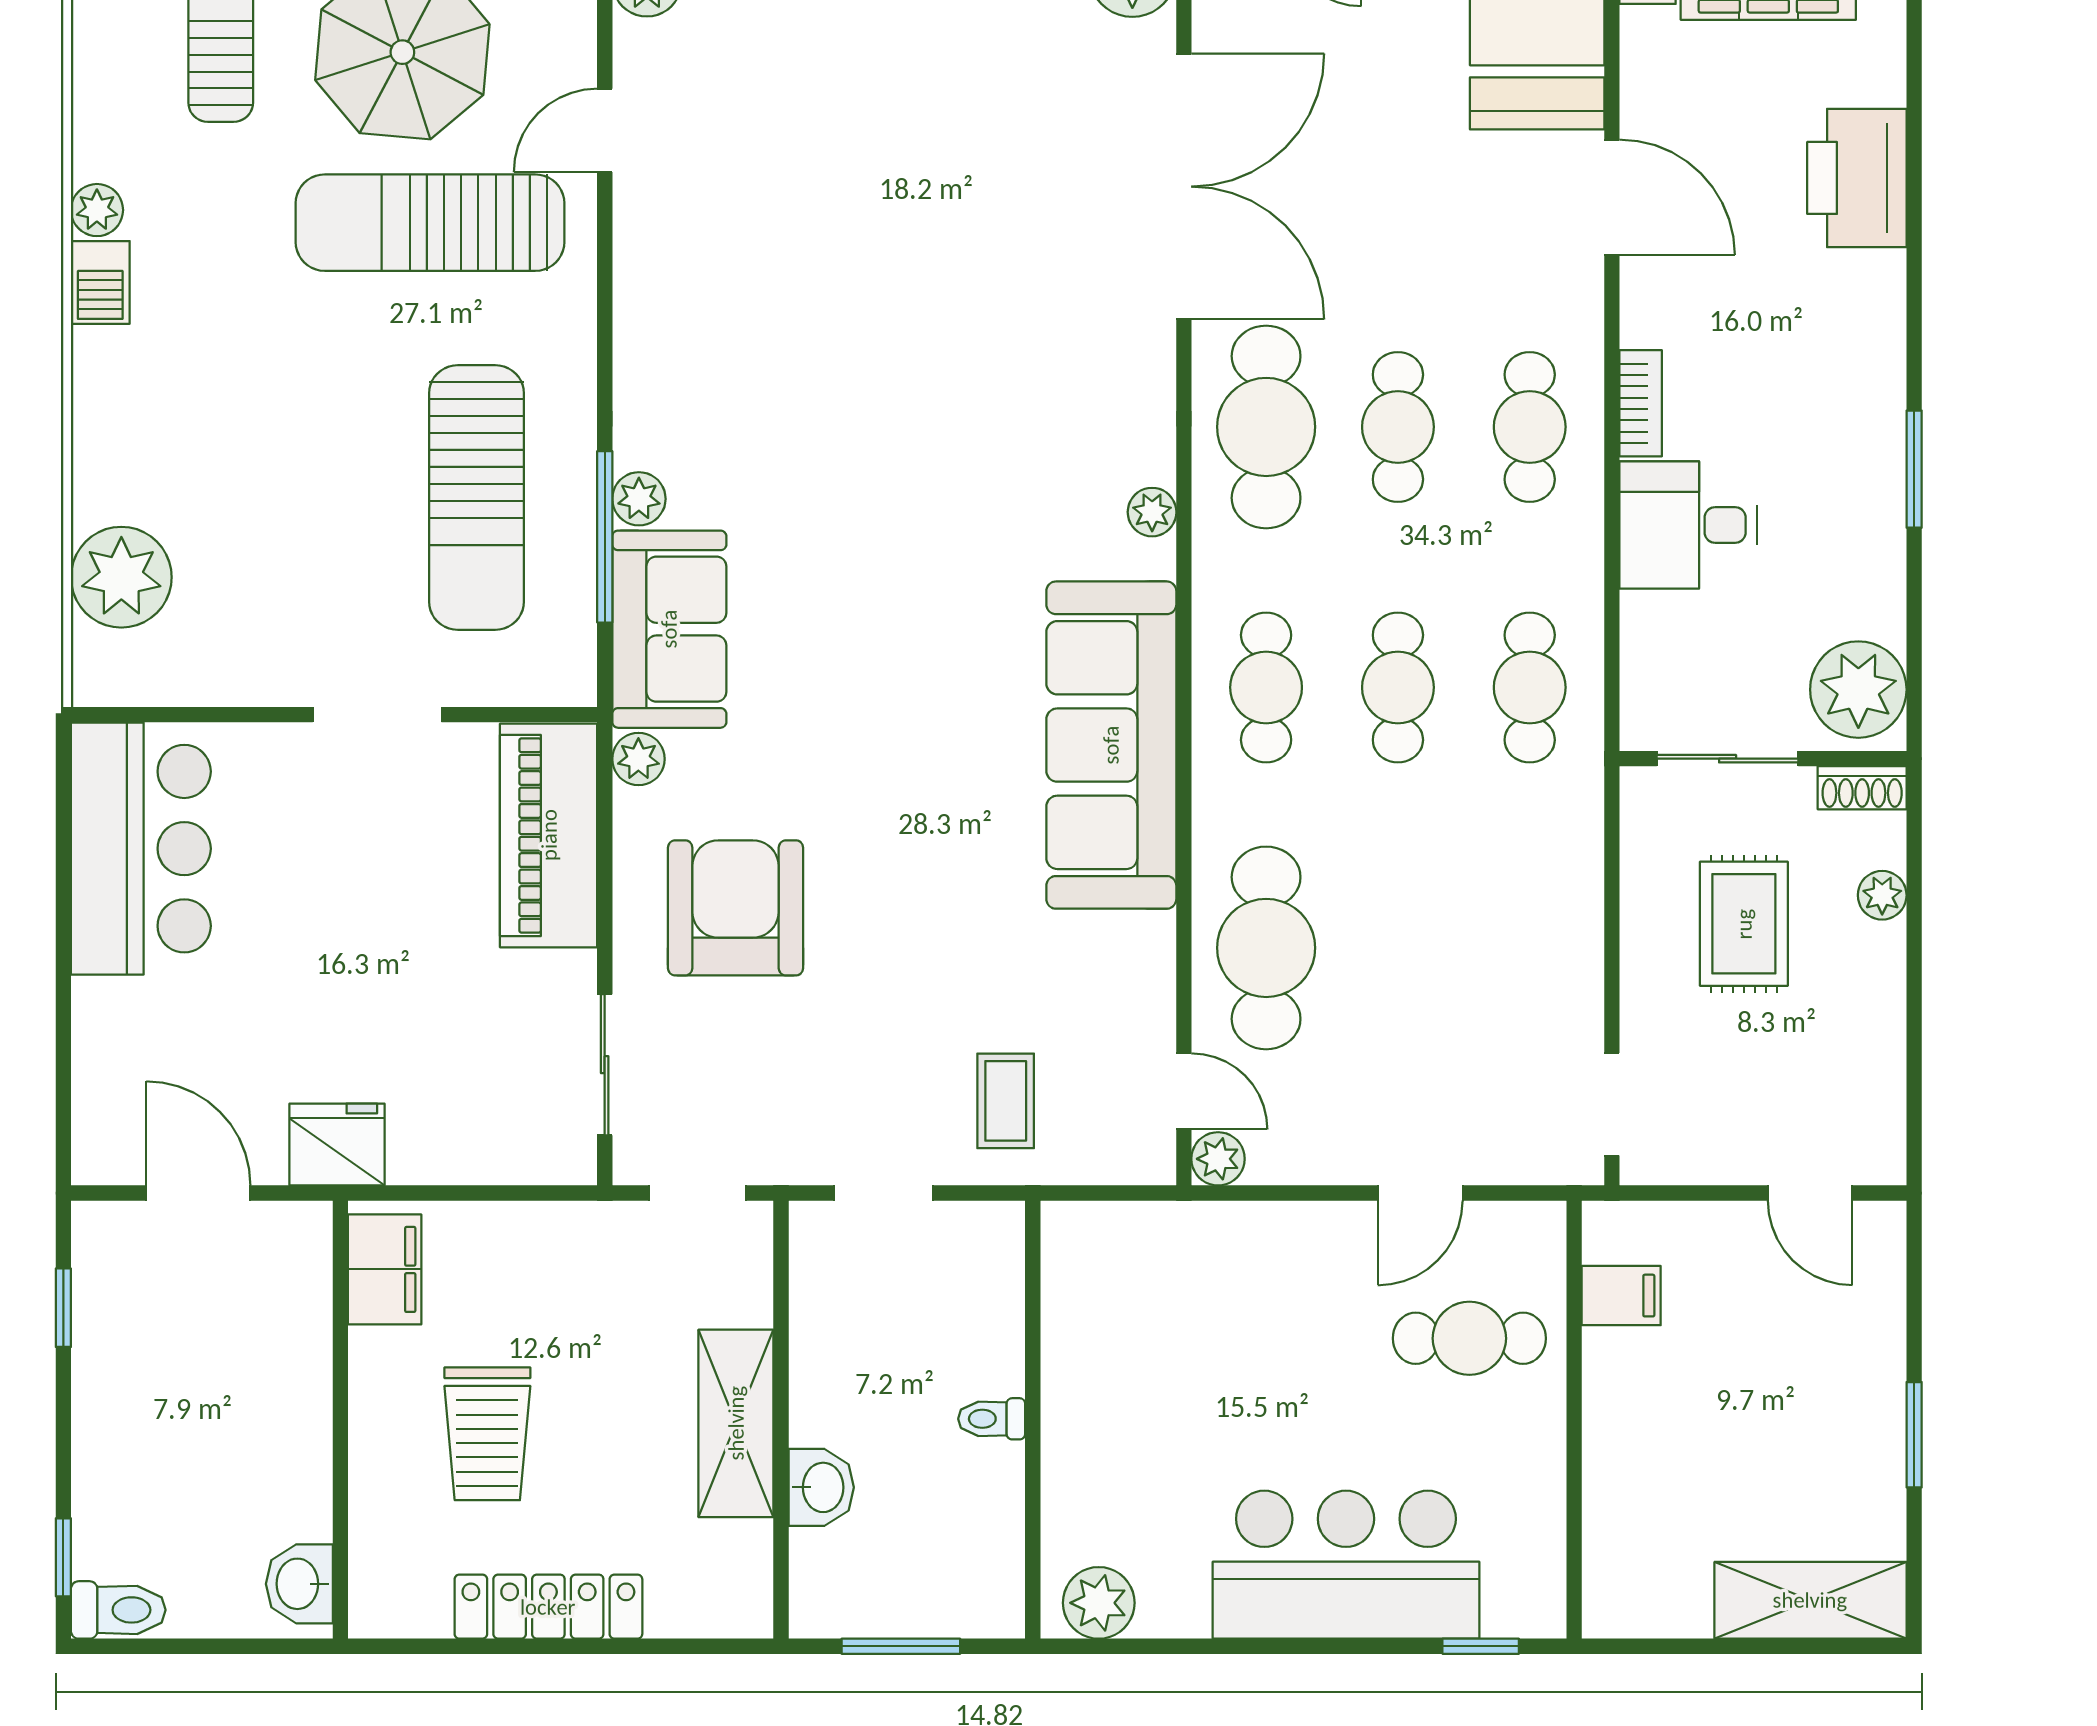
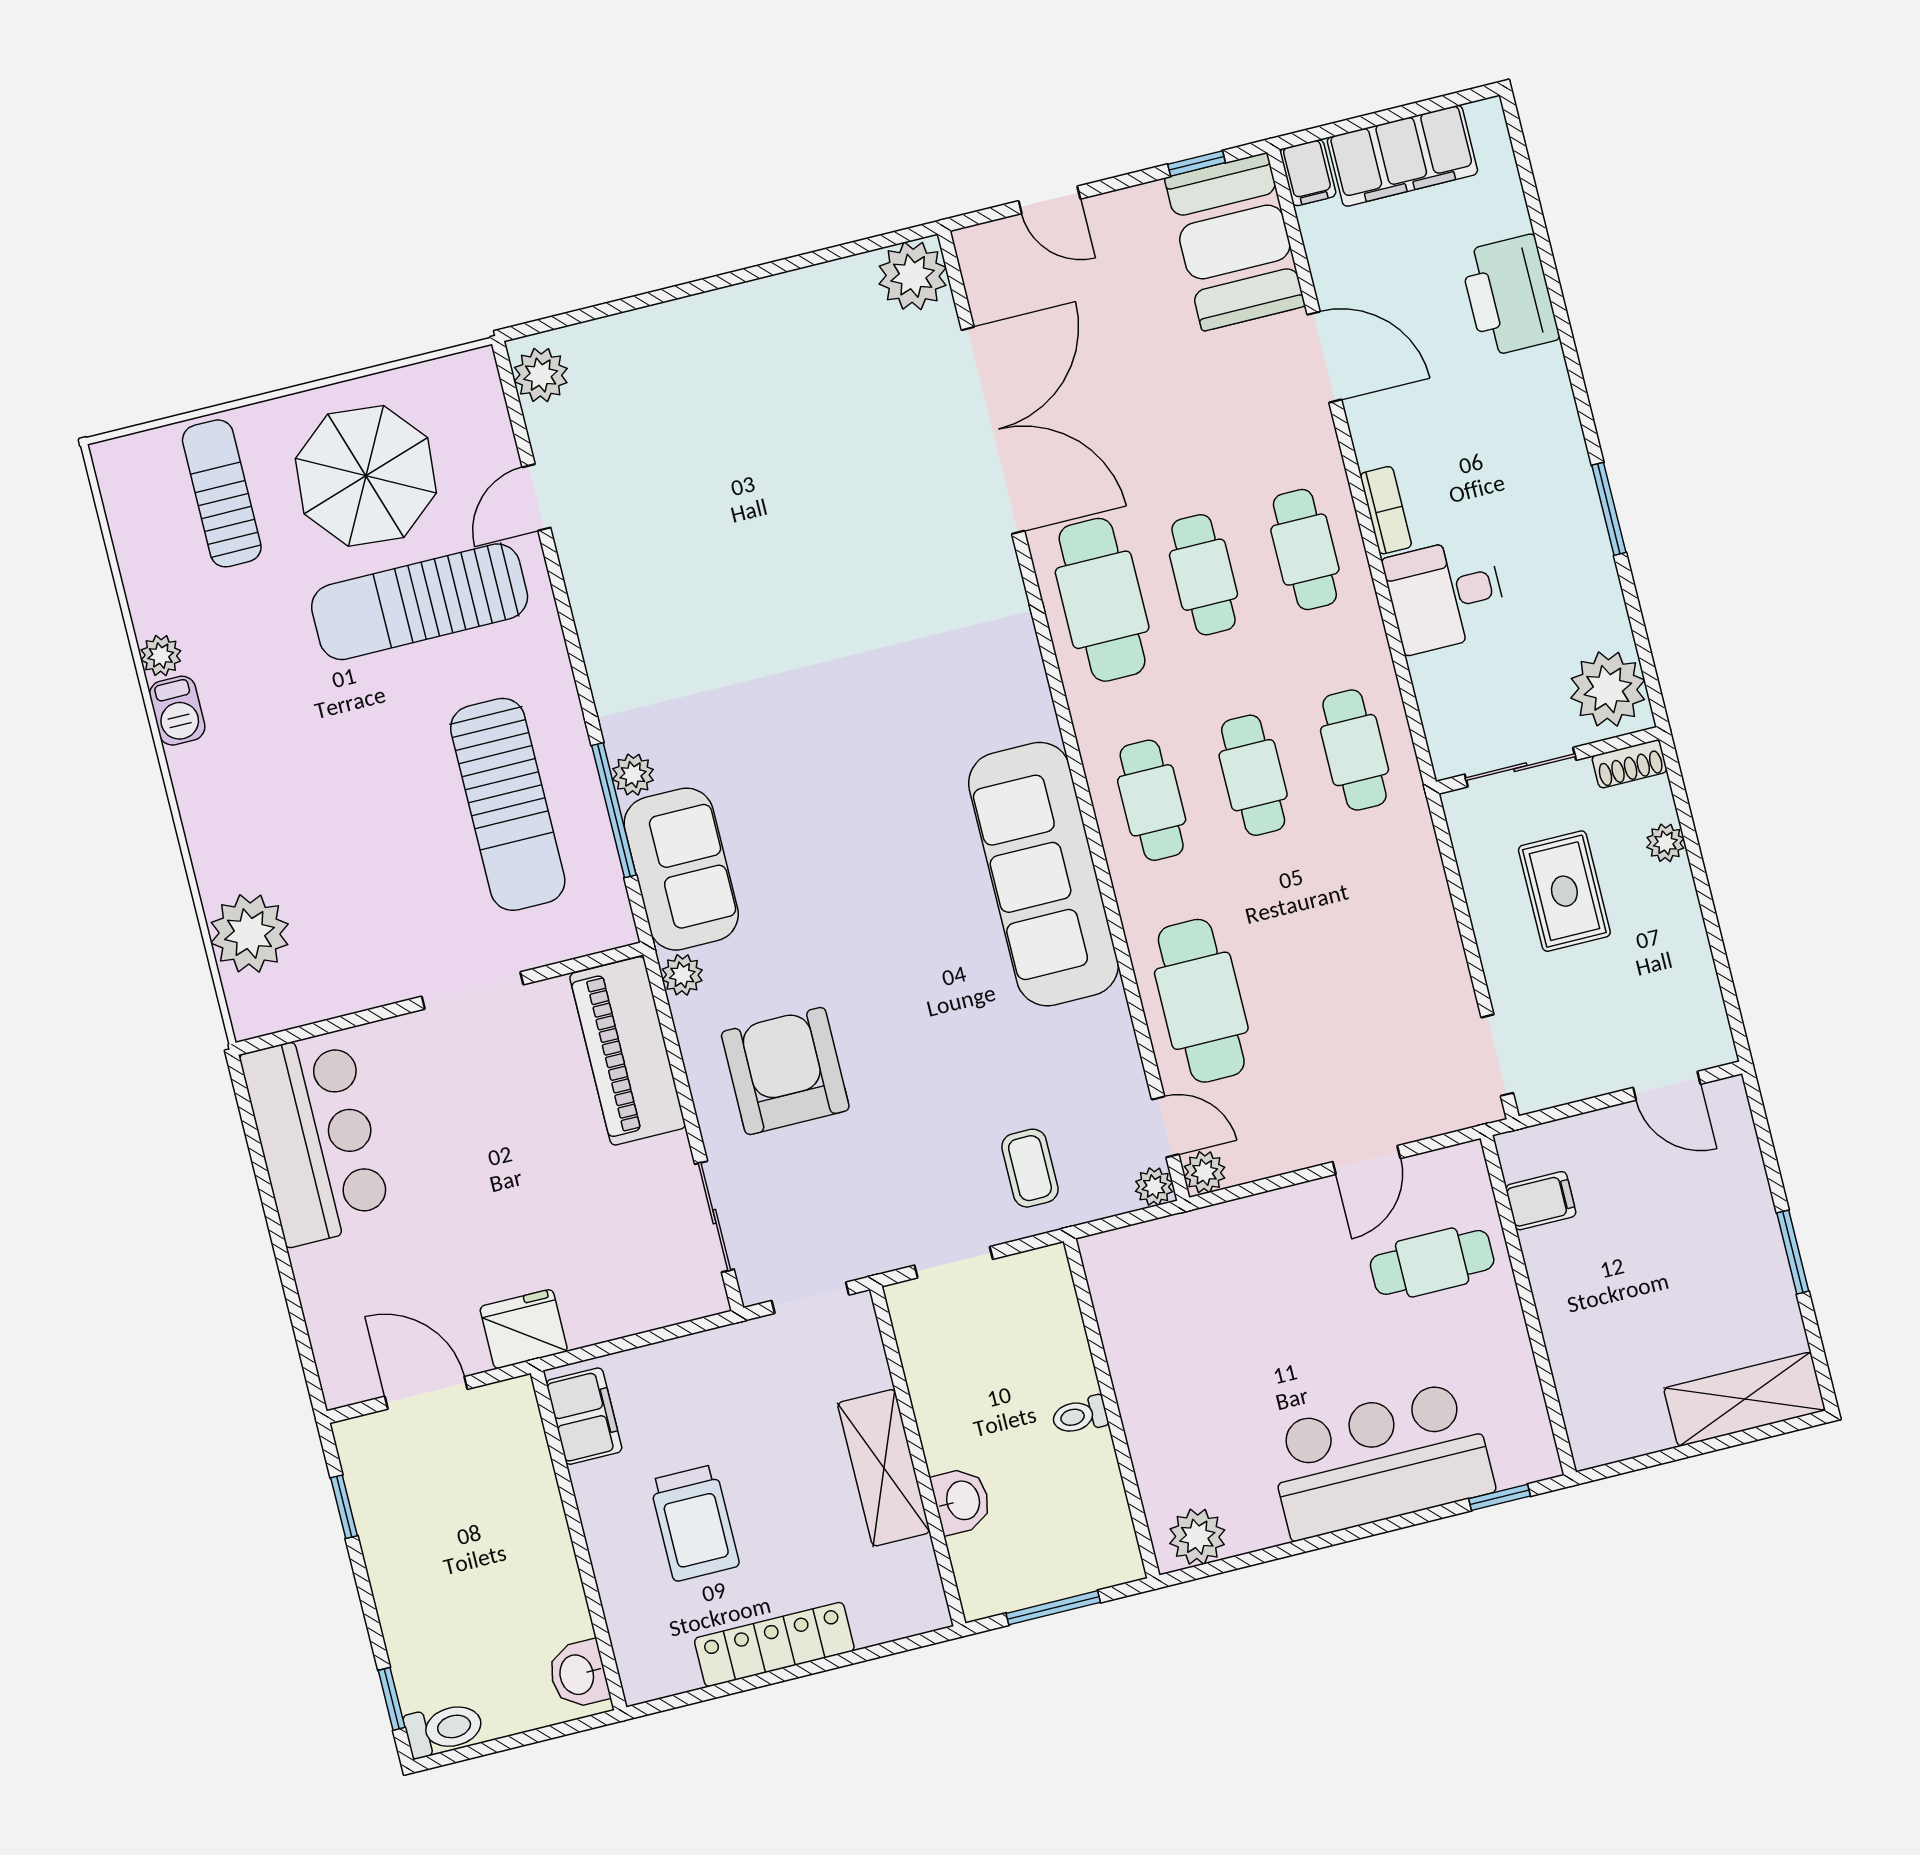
plant: (1152, 512) -> (1154, 1187), moved

